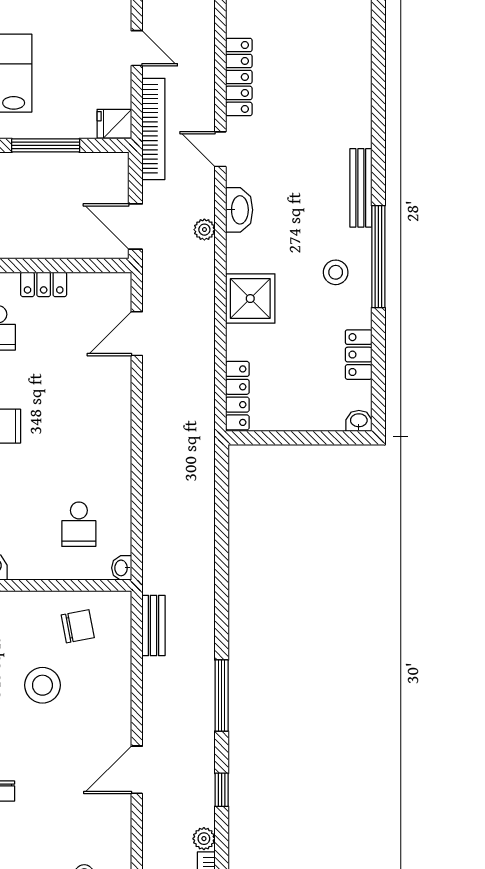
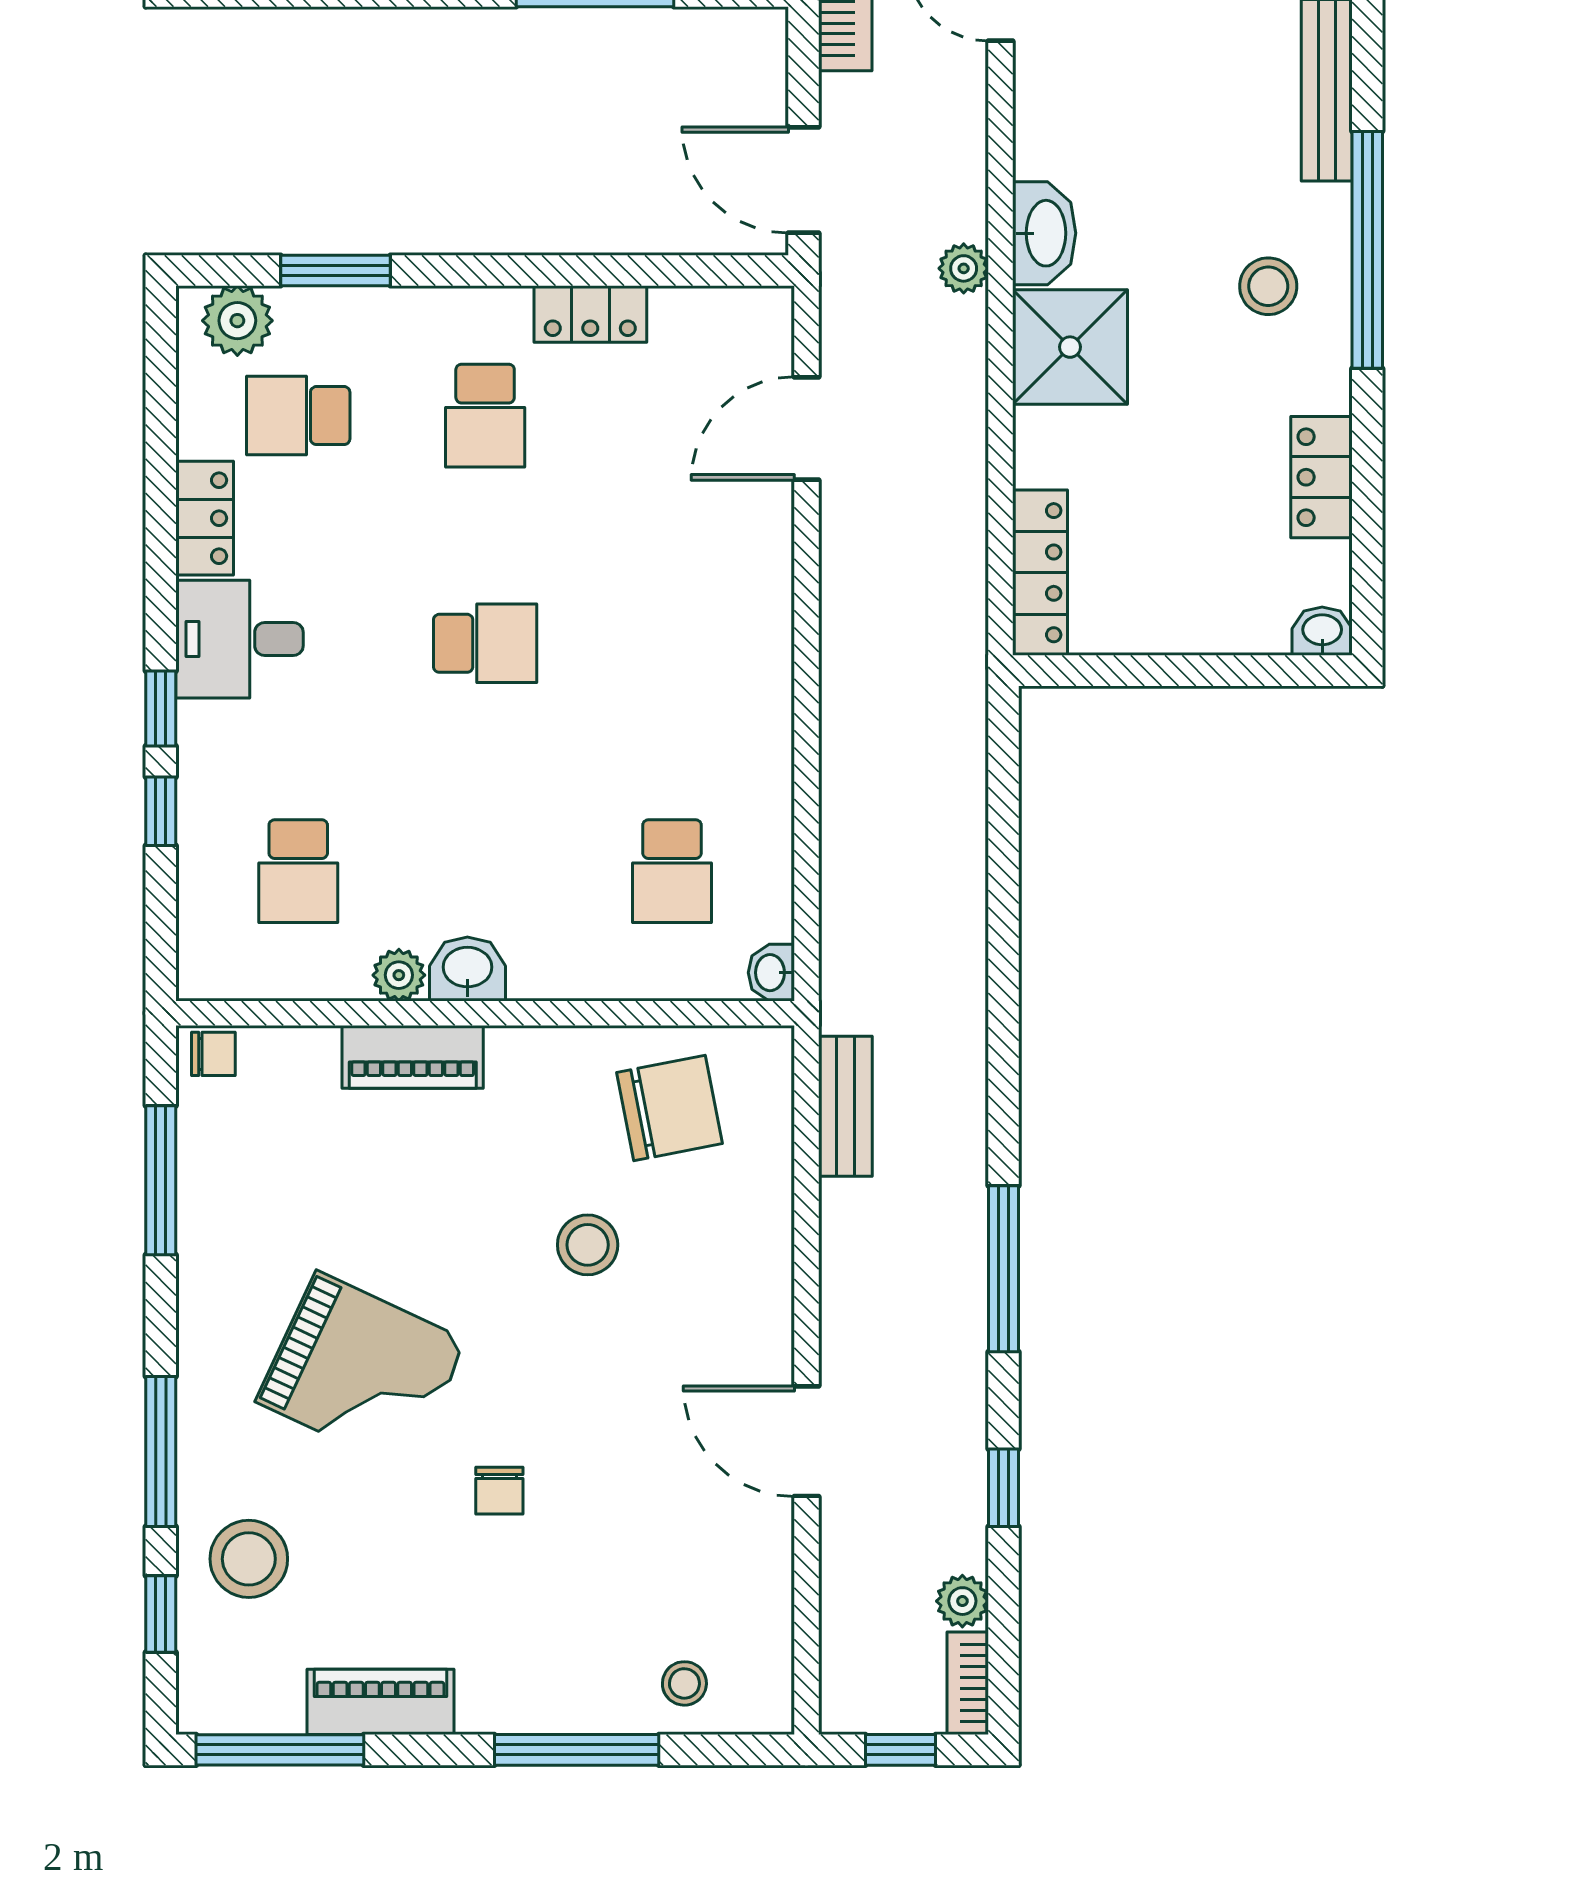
washbasin: (239, 210) -> (1044, 233), moved
plant: (204, 230) -> (964, 268), moved
chair: (78, 626) -> (669, 1108), width x1.37, depth x1.37
stool: (42, 685) -> (588, 1245), width x0.73, depth x0.73
door: (137, 770) -> (806, 1441), hinge flipped

